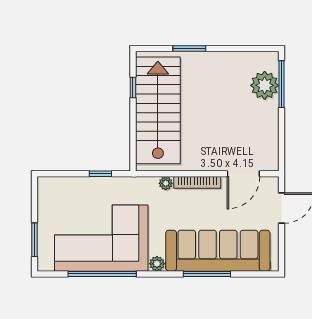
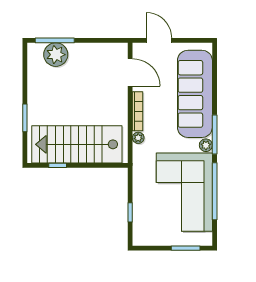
window: (100, 174) -> (130, 212), moved
window: (207, 274) -> (215, 134), moved

